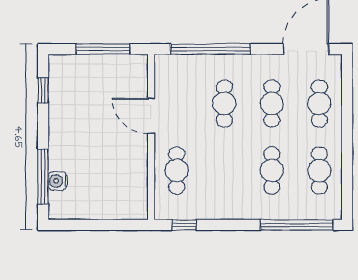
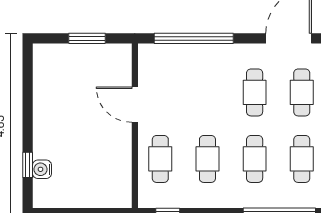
window: (103, 49) -> (87, 38), width x0.69
window: (43, 90) -> (28, 79), removed
cafe table: (224, 103) -> (207, 159), moved
window: (43, 176) -> (28, 165), width x0.46

